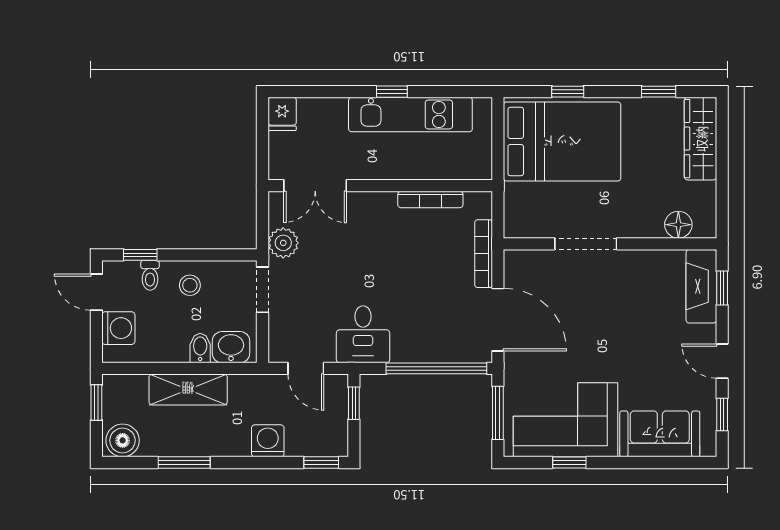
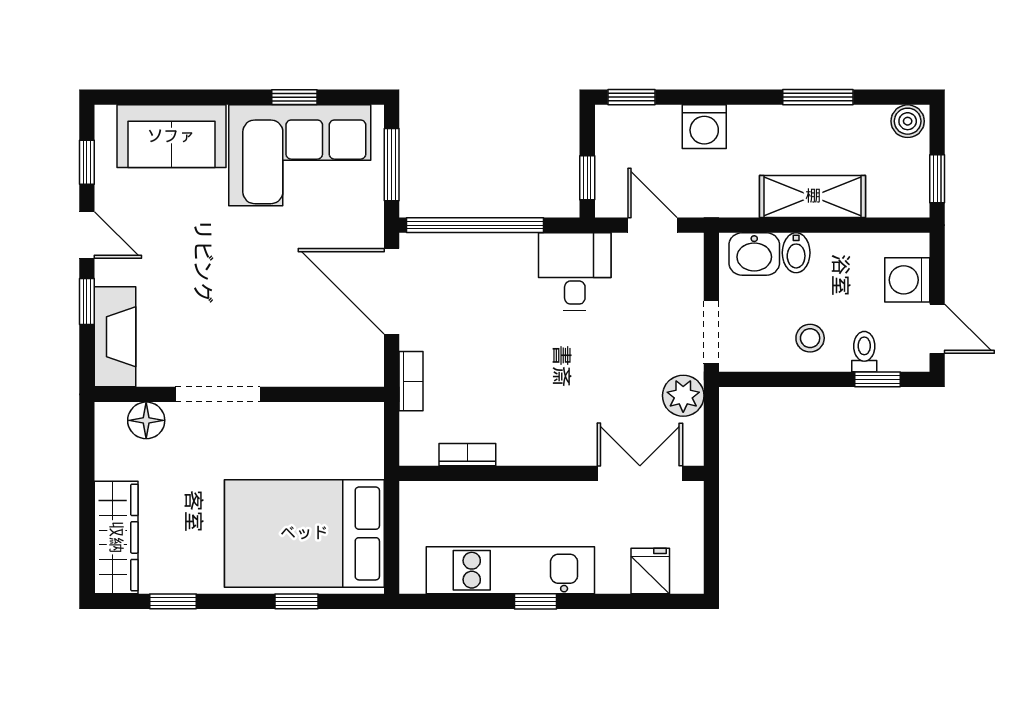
fridge: (282, 114) -> (650, 571), moved
bookcase: (430, 200) -> (467, 455), width x0.64
doorway: (586, 244) -> (218, 394), moved
bookcase: (484, 254) -> (411, 381), width x0.64
window: (722, 288) -> (87, 302), moved
boiler: (123, 440) -> (908, 121), width x0.73, depth x0.73

